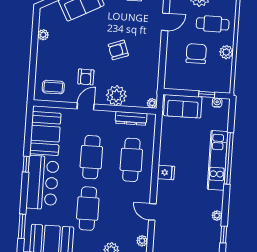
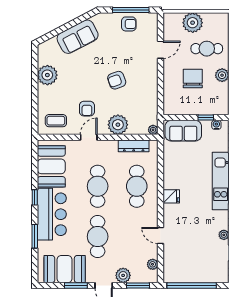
plant: (43, 35) -> (47, 75), width x1.87, depth x1.87
window: (22, 226) -> (35, 236), moved

